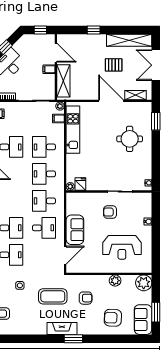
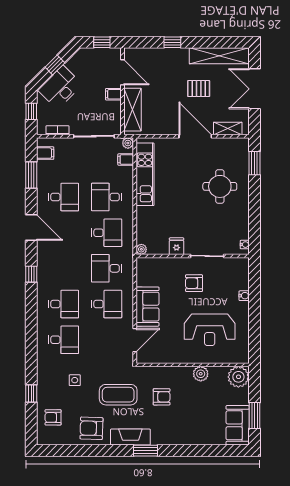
desk: (44, 174) -> (107, 233), turned 180
fridge: (80, 184) -> (177, 246), moved
armchair: (113, 318) -> (91, 428), moved

